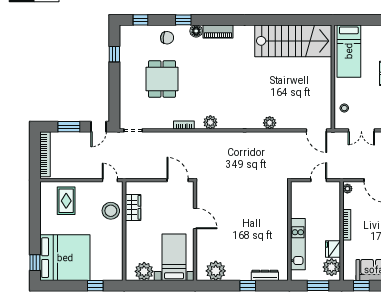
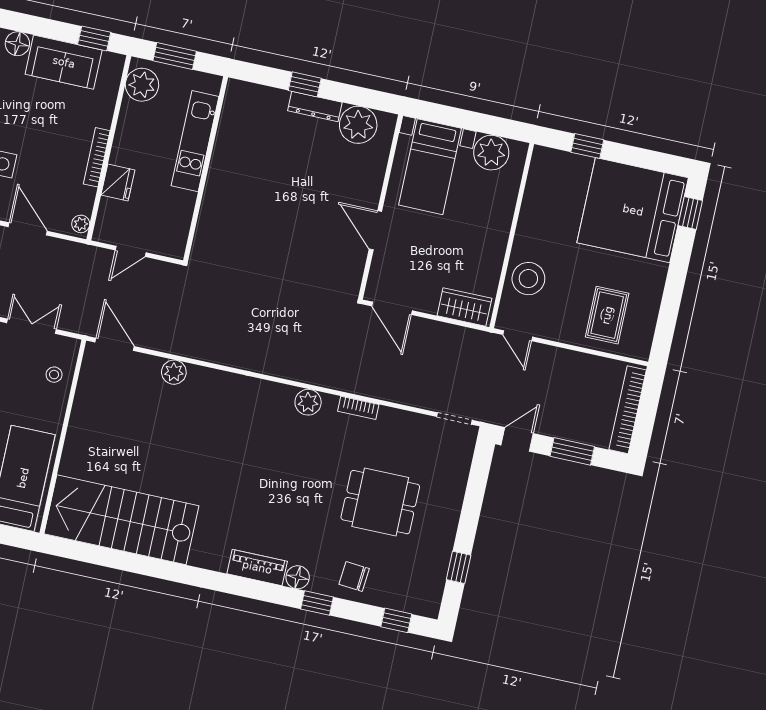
dining table: (162, 79) -> (380, 502), turned 90
plant: (270, 123) -> (174, 372), moved
wardrobe: (133, 207) -> (464, 307), moved, turned 90
fridge: (333, 249) -> (118, 182), moved
dresser: (265, 275) -> (315, 107), moved

